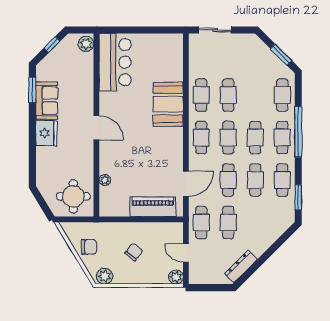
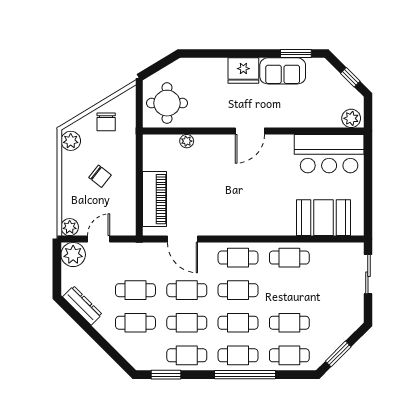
cafe table: (228, 95) -> (289, 323), moved
booth: (168, 104) -> (324, 218), moved
cafe table: (201, 222) -> (135, 323), moved
plant: (199, 274) -> (73, 255), added

